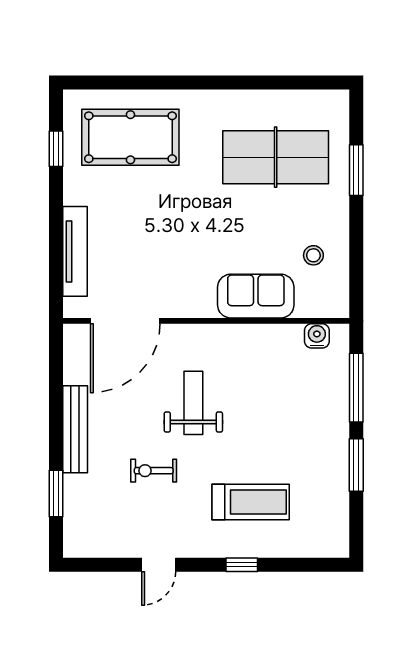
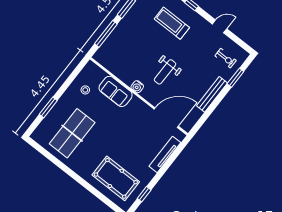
table tennis table: (276, 157) -> (72, 133), turned 90
water cooler: (317, 336) -> (137, 87), moved
exercise bike: (154, 471) -> (226, 58), moved

